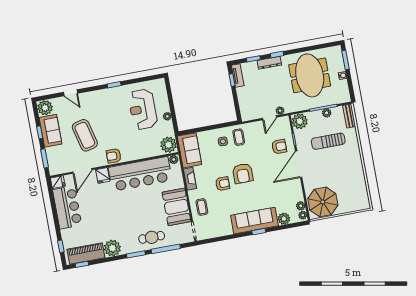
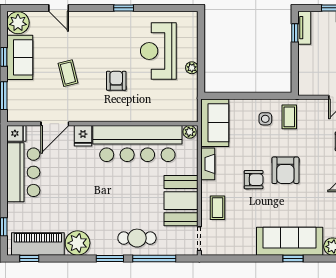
coffee table: (85, 135) -> (68, 73), width x0.54, depth x0.58
plant: (168, 145) -> (186, 109), removed
armchair: (114, 156) -> (116, 81), moved, turned 90

